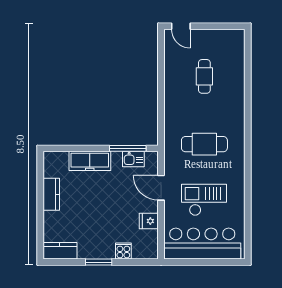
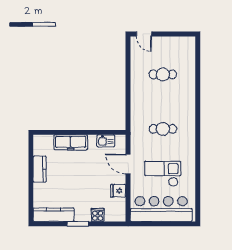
cafe table: (204, 76) -> (163, 74), turned 90
cafe table: (204, 144) -> (163, 129), width x0.73, depth x0.74
window: (128, 148) -> (101, 132), removed
kitchen counter: (60, 251) -> (54, 215), width x1.50

